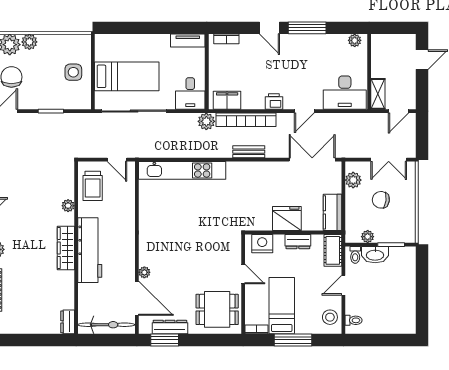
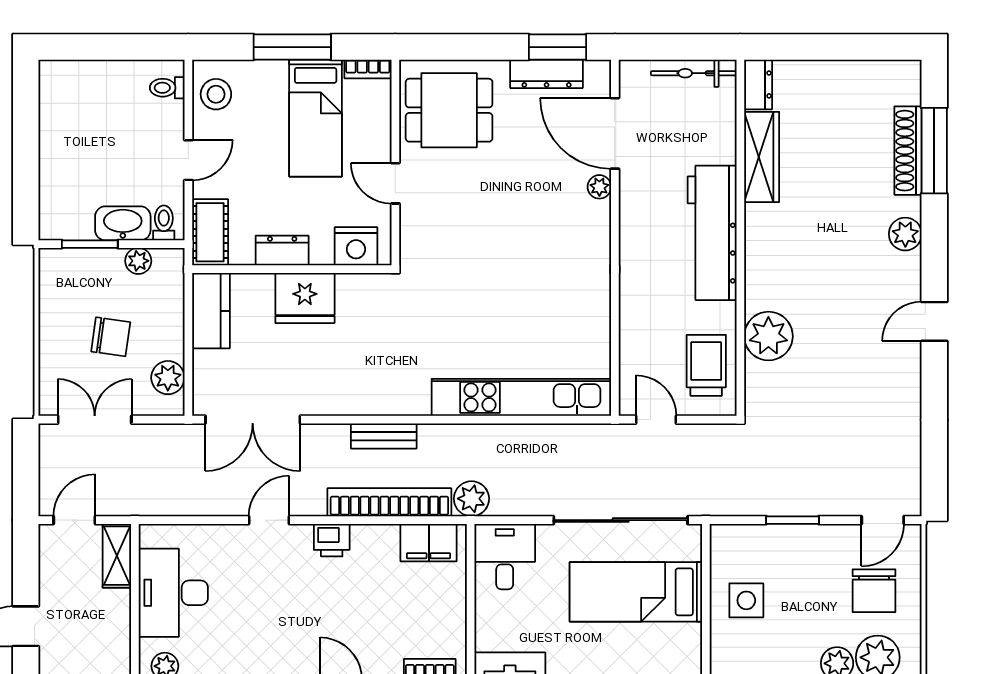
desk: (345, 93) -> (173, 593), moved, turned -90
plant: (68, 206) -> (768, 336), width x1.87, depth x1.87
wardrobe: (66, 248) -> (762, 157), moved
bicycle: (106, 325) -> (694, 73), width x0.73, depth x0.71

